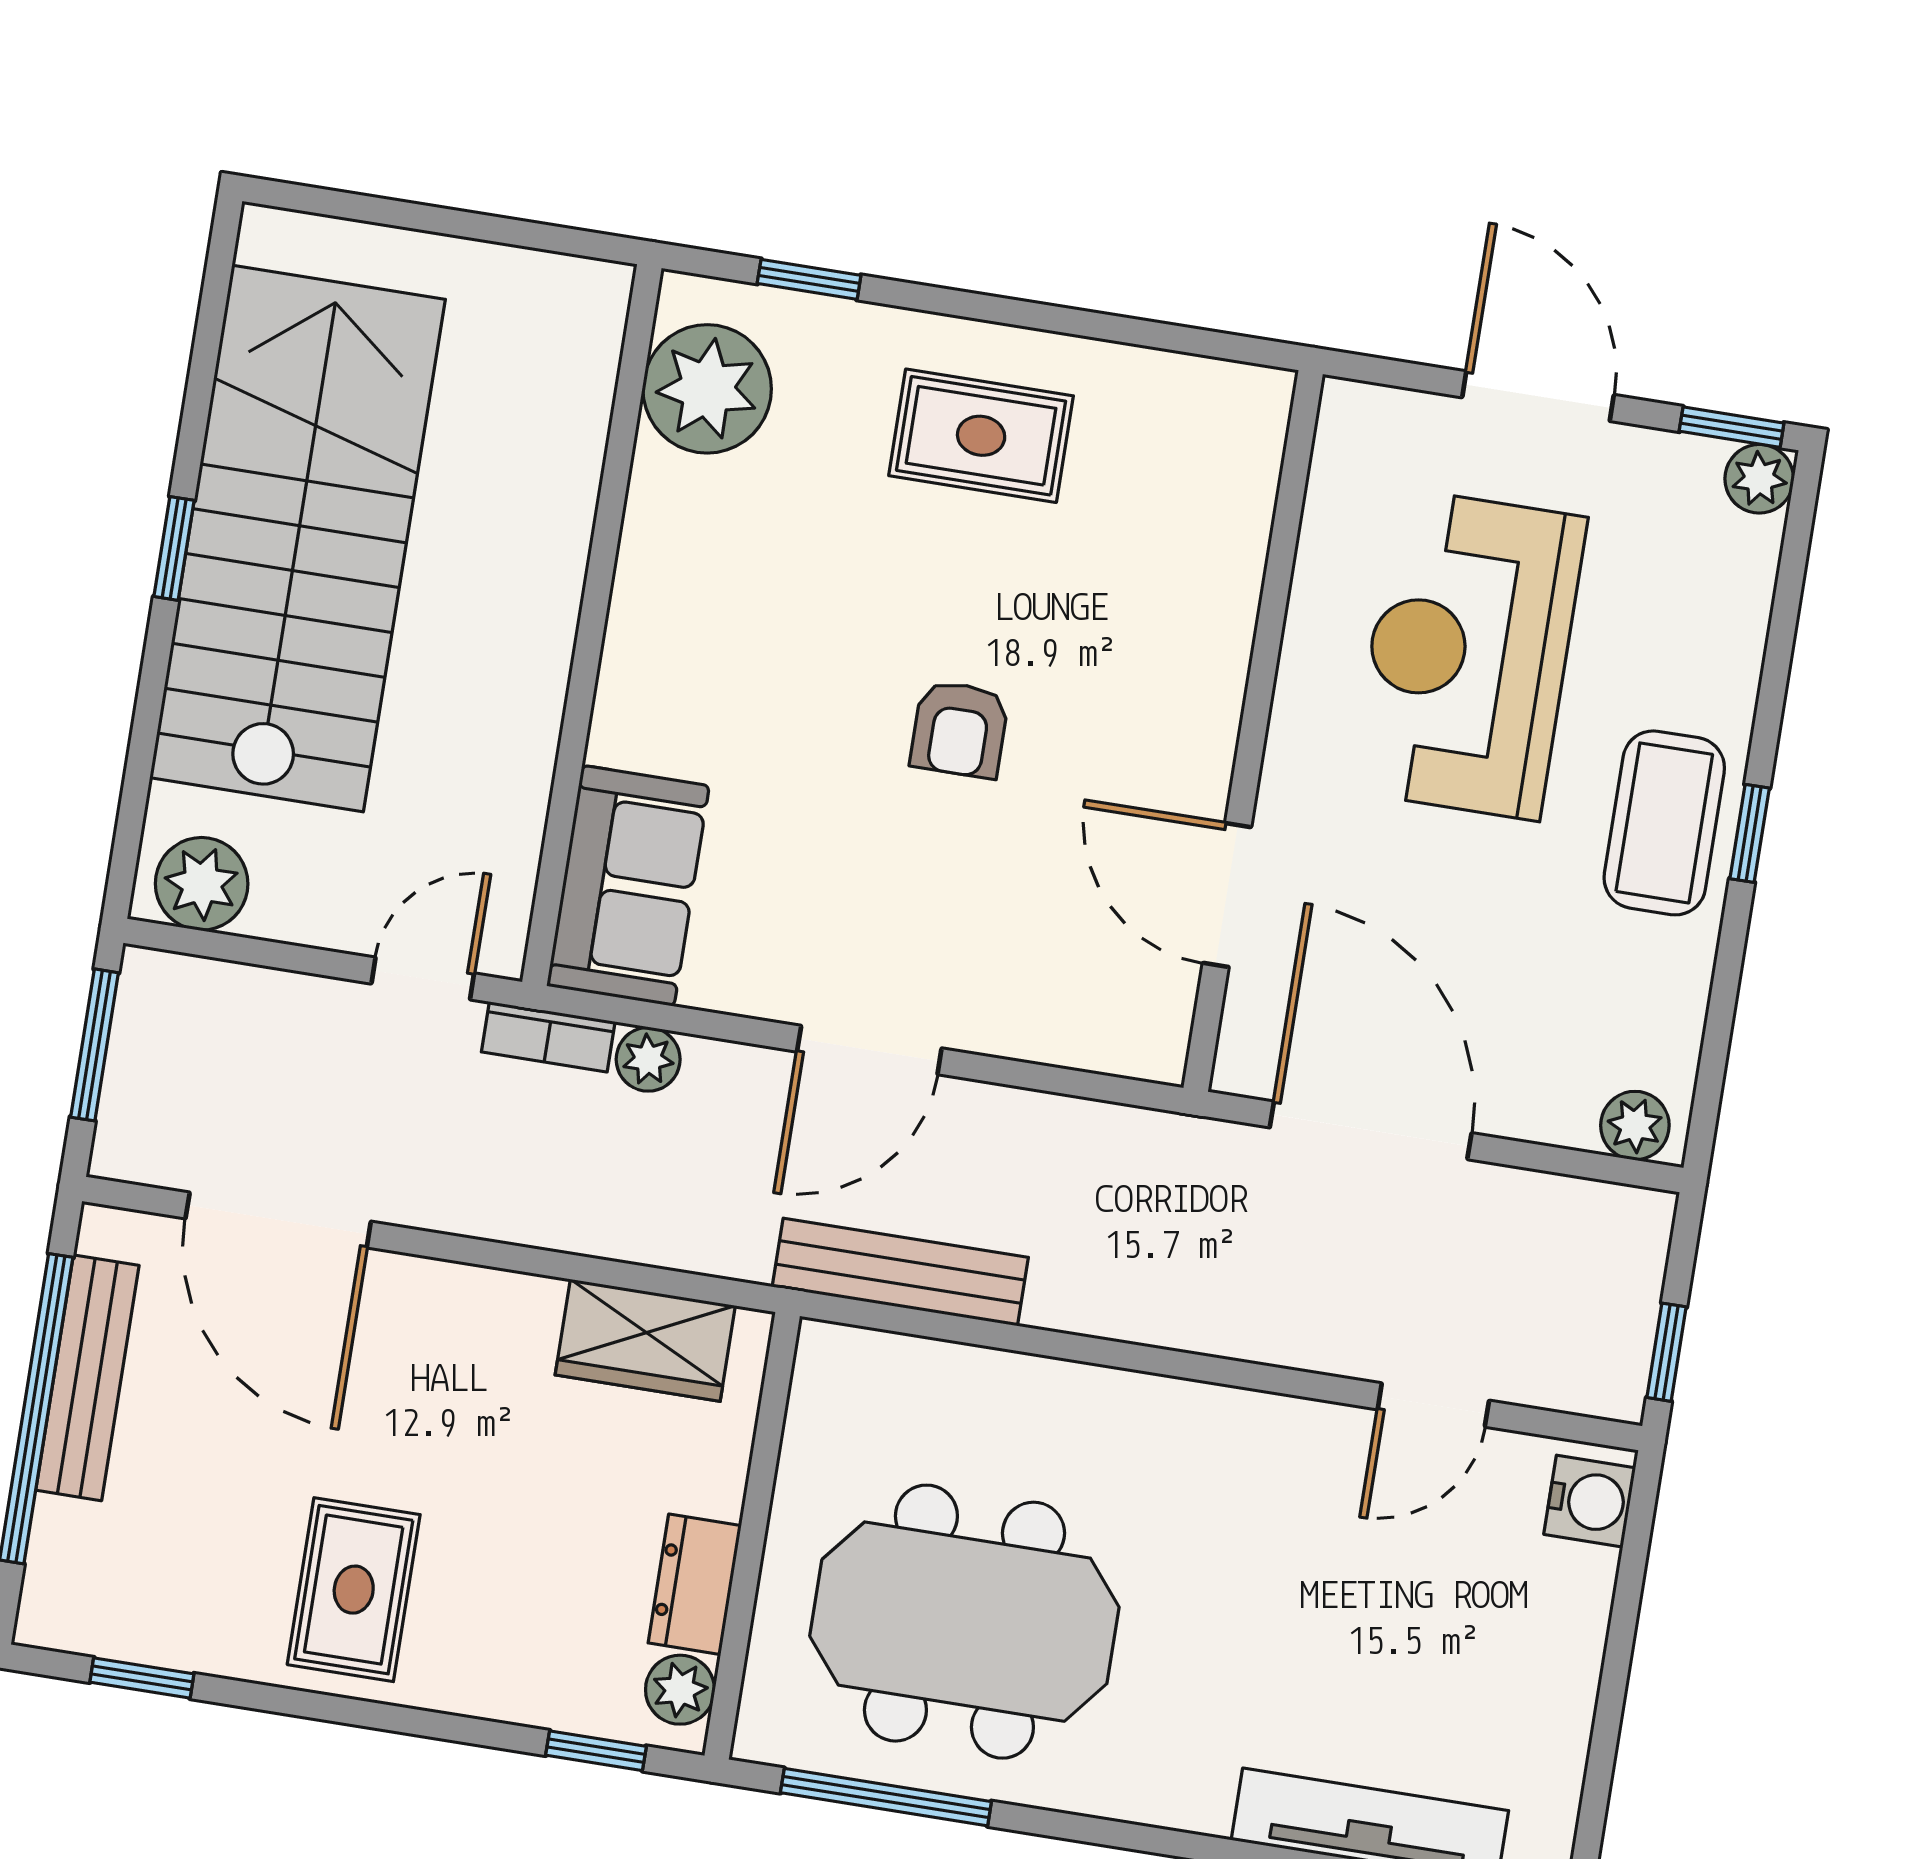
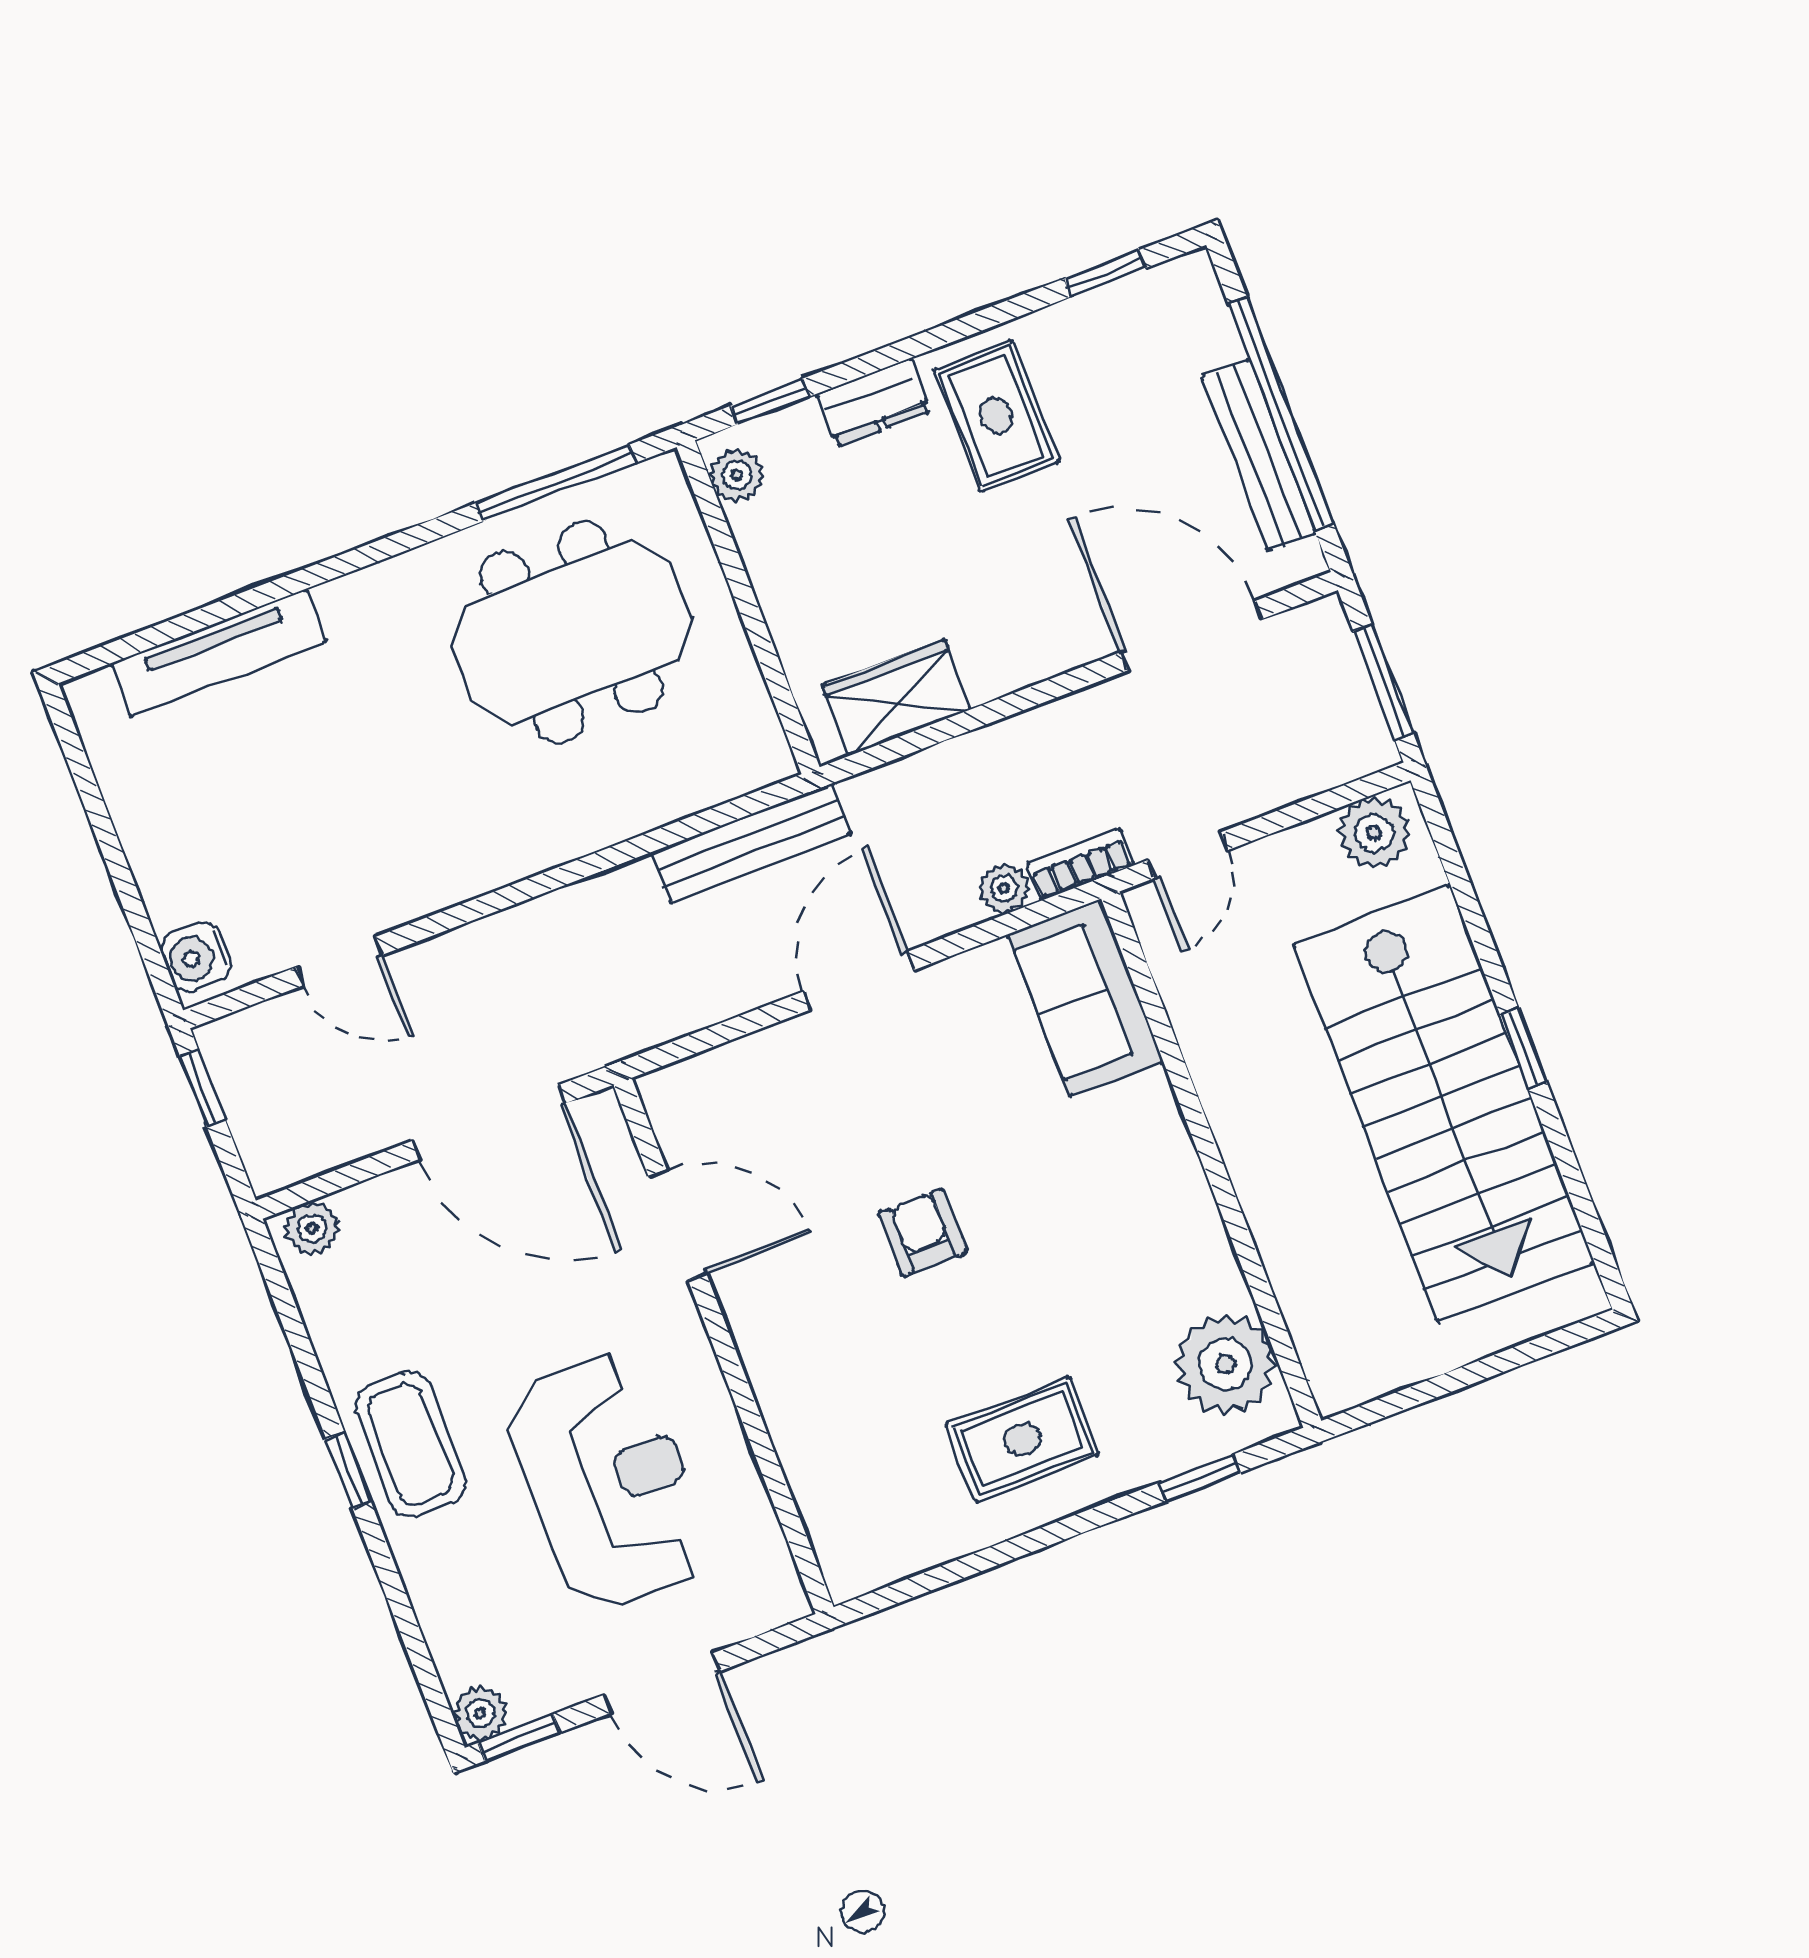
door: (1433, 1405) -> (339, 961), swing flipped
dresser: (695, 1584) -> (873, 403), moved, turned 90

